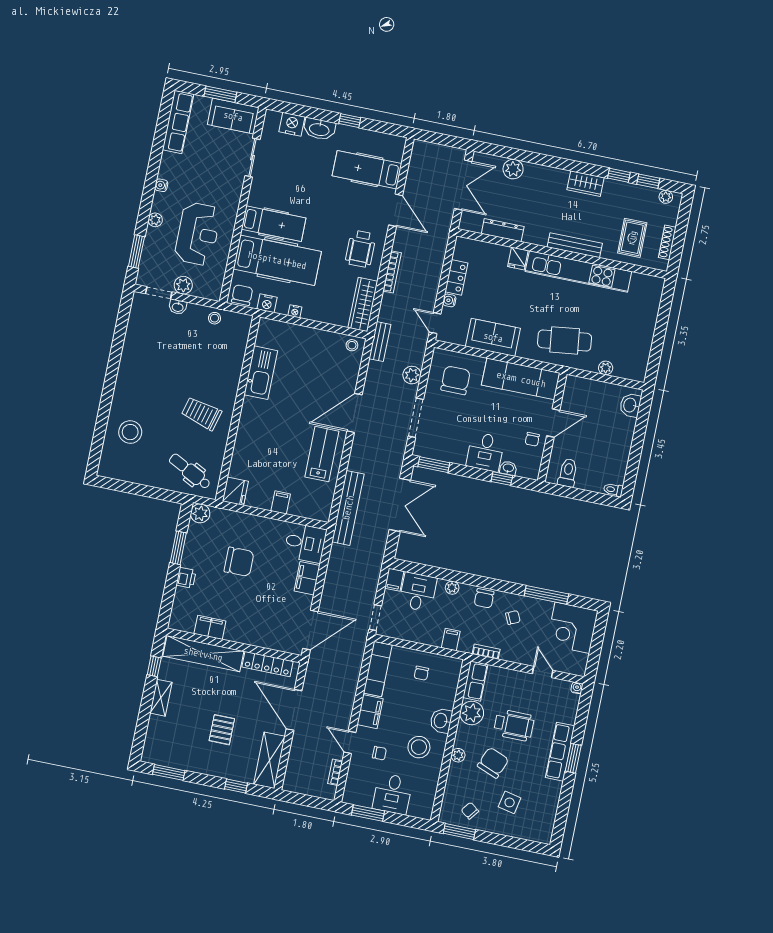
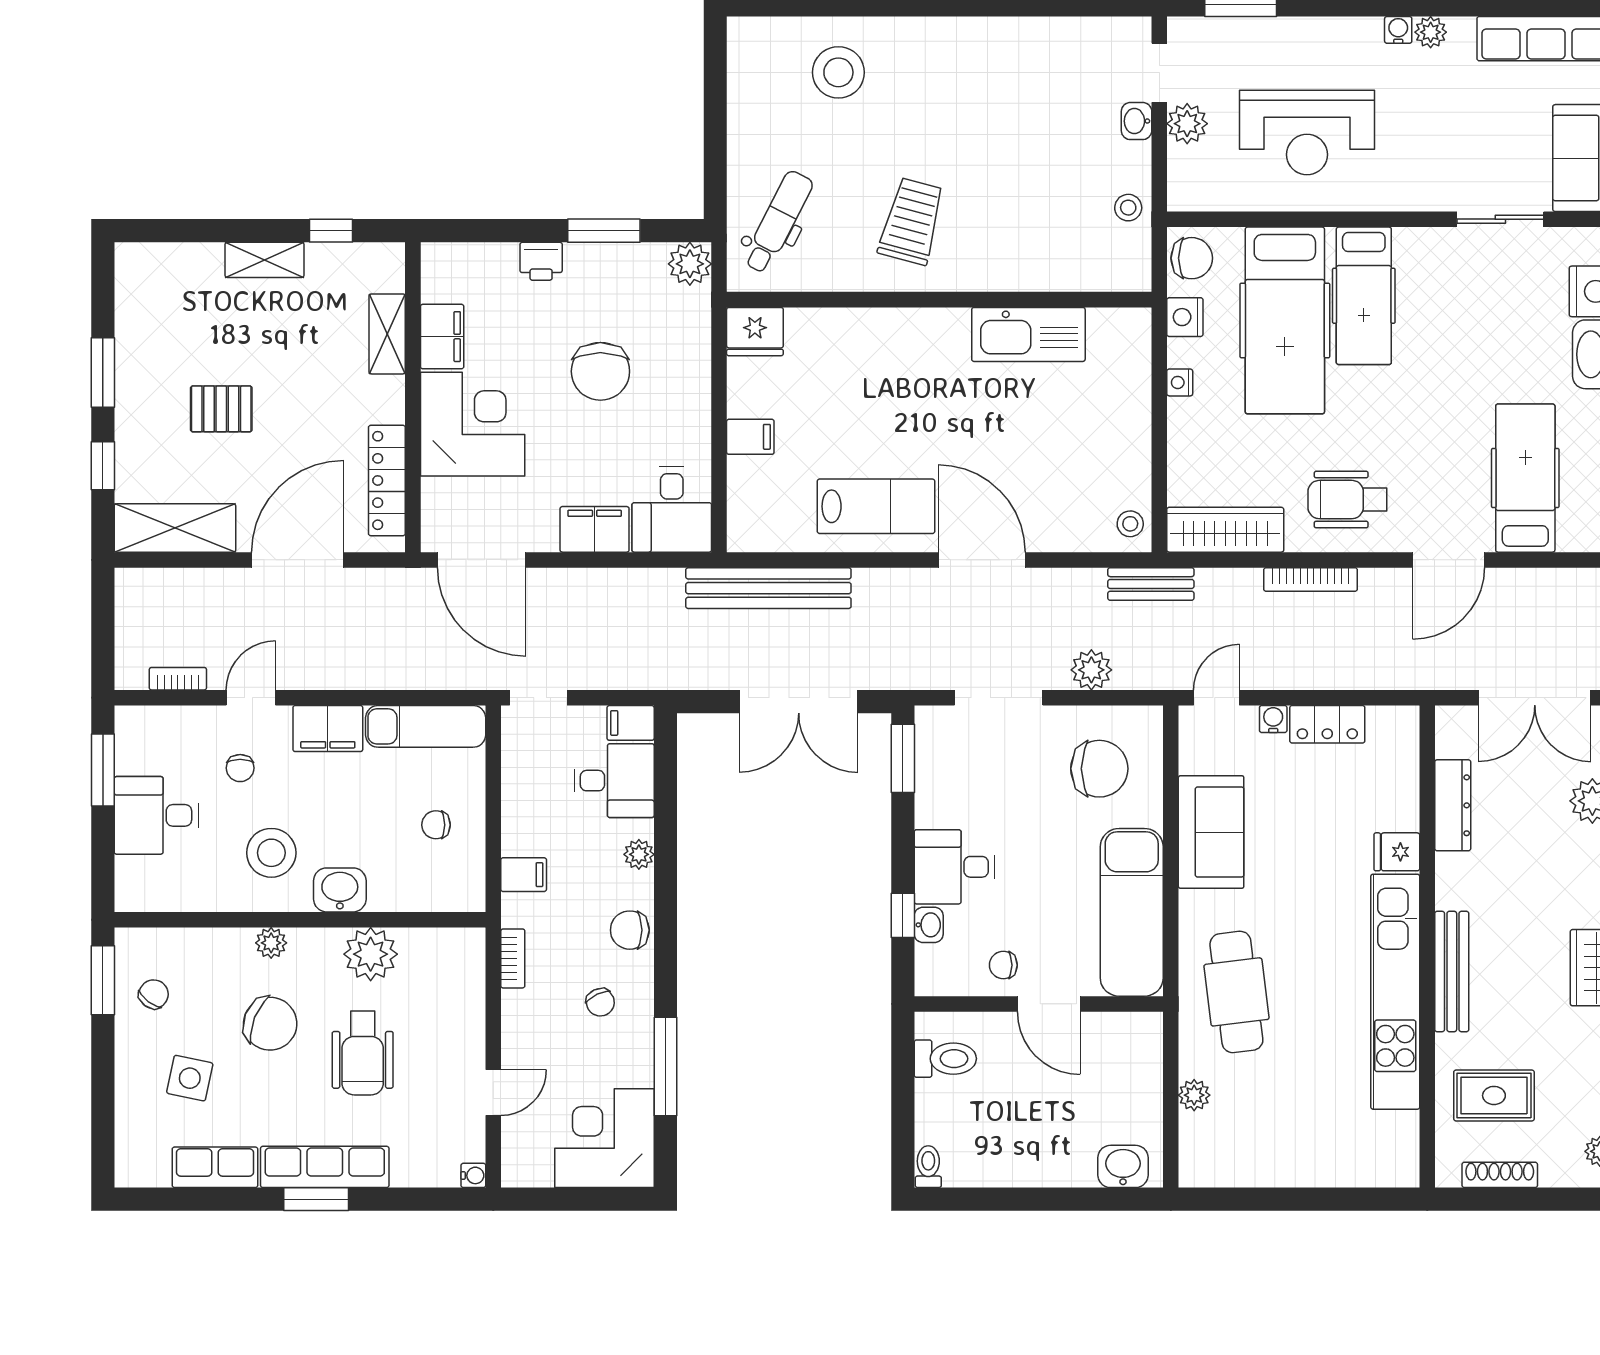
plant: (155, 220) -> (1431, 32), moved
corner desk: (251, 622) -> (473, 424), added
shelving: (203, 654) -> (387, 334), width x0.45, depth x0.75
row of seats: (475, 681) -> (215, 1167), moved, turned 180
window: (169, 772) -> (103, 373), moved

